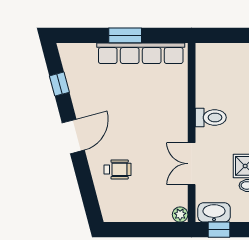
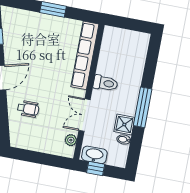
row of seats: (141, 53) -> (85, 55), moved, turned 90
plant: (180, 215) -> (71, 140), moved

